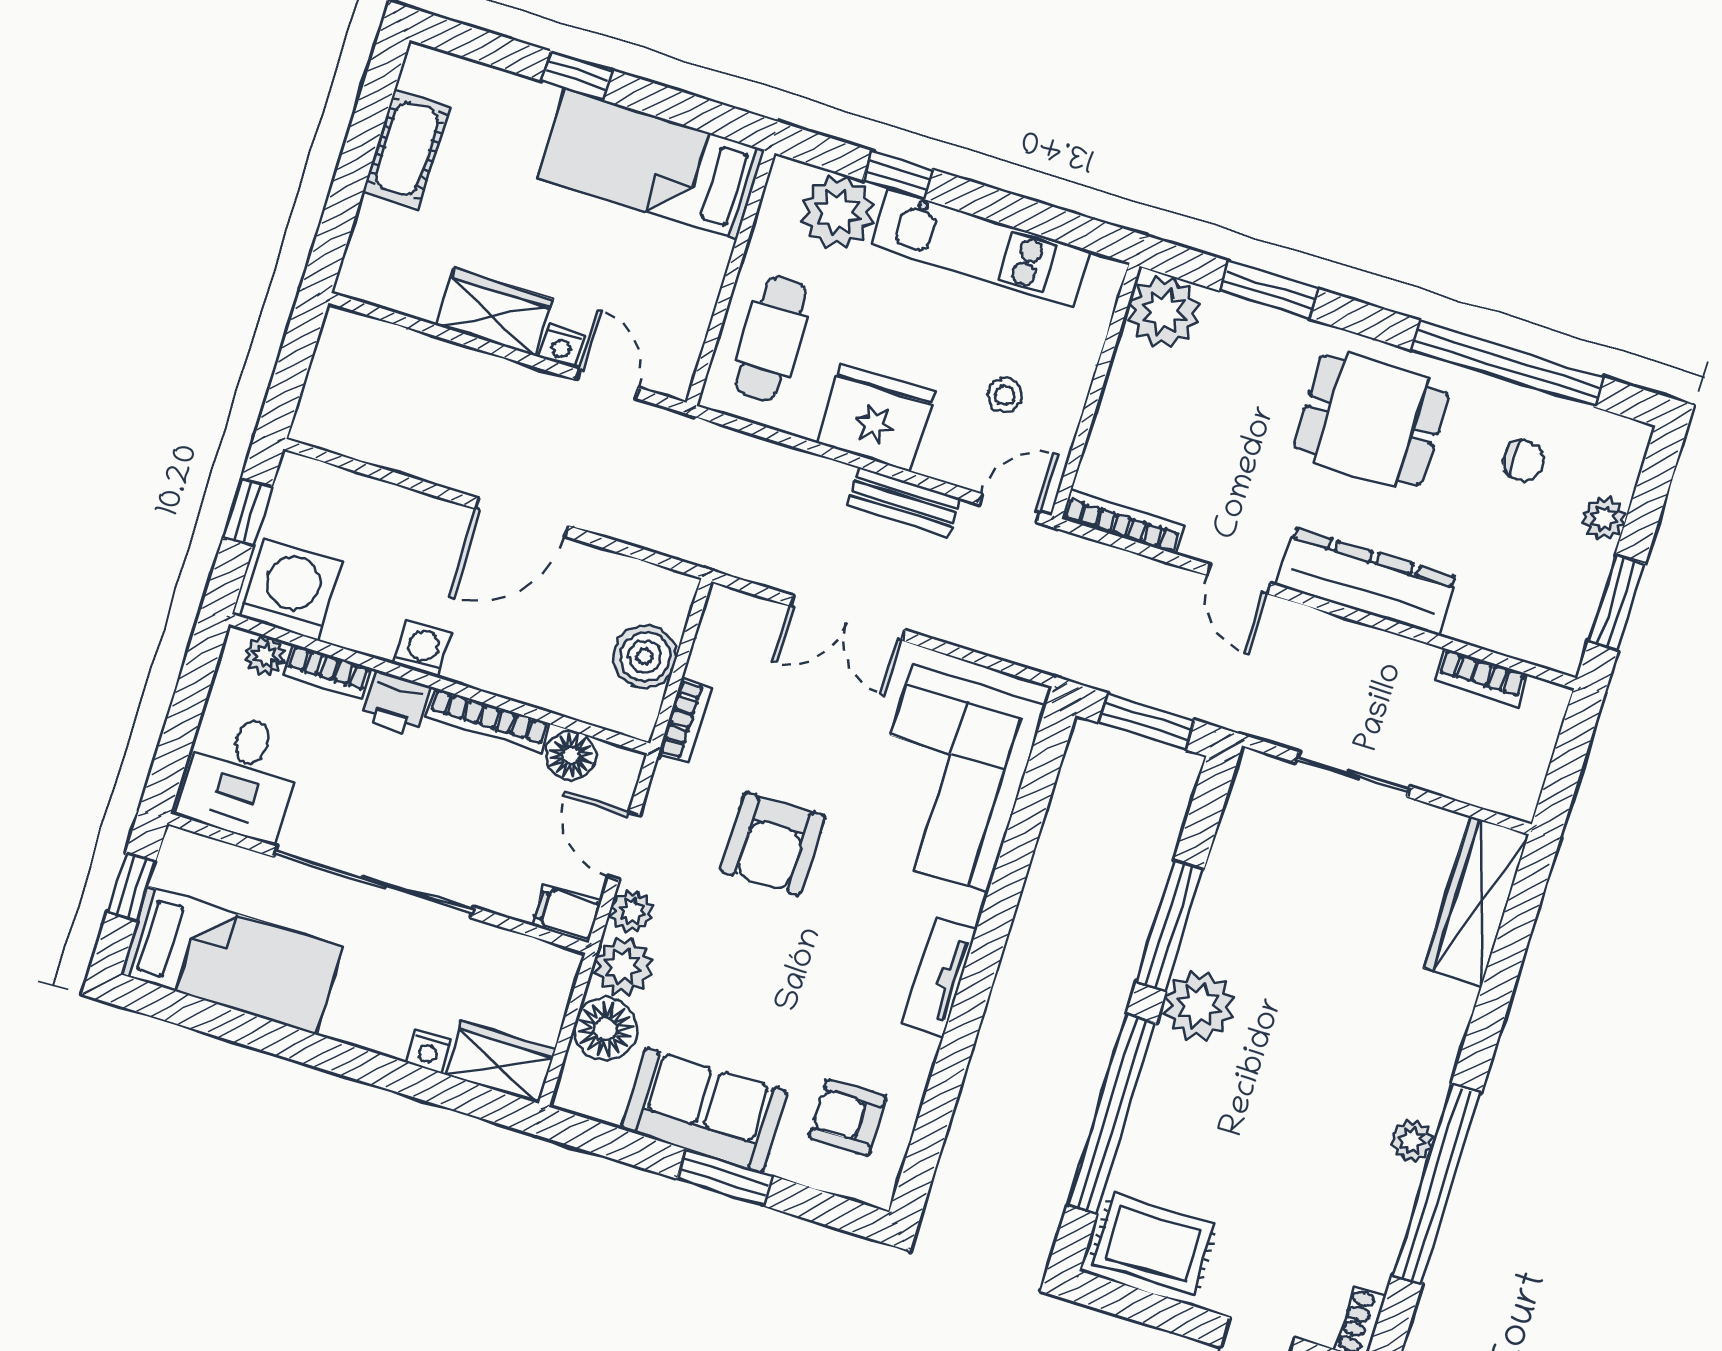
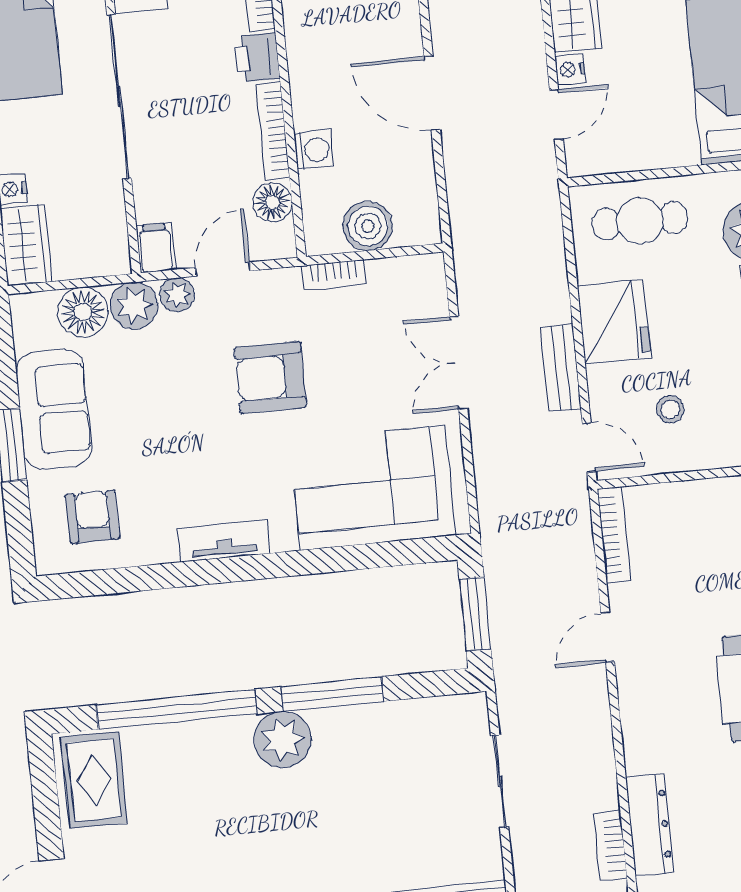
dresser: (1366, 581) -> (650, 825), moved, width x0.73, depth x0.80
washing machine: (423, 649) -> (314, 150), moved

